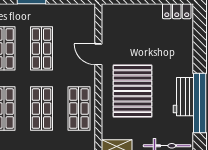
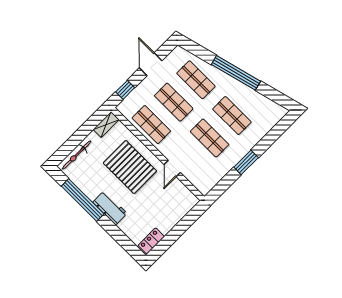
door: (98, 54) -> (172, 168), swing flipped
workbench: (183, 97) -> (110, 208), moved

